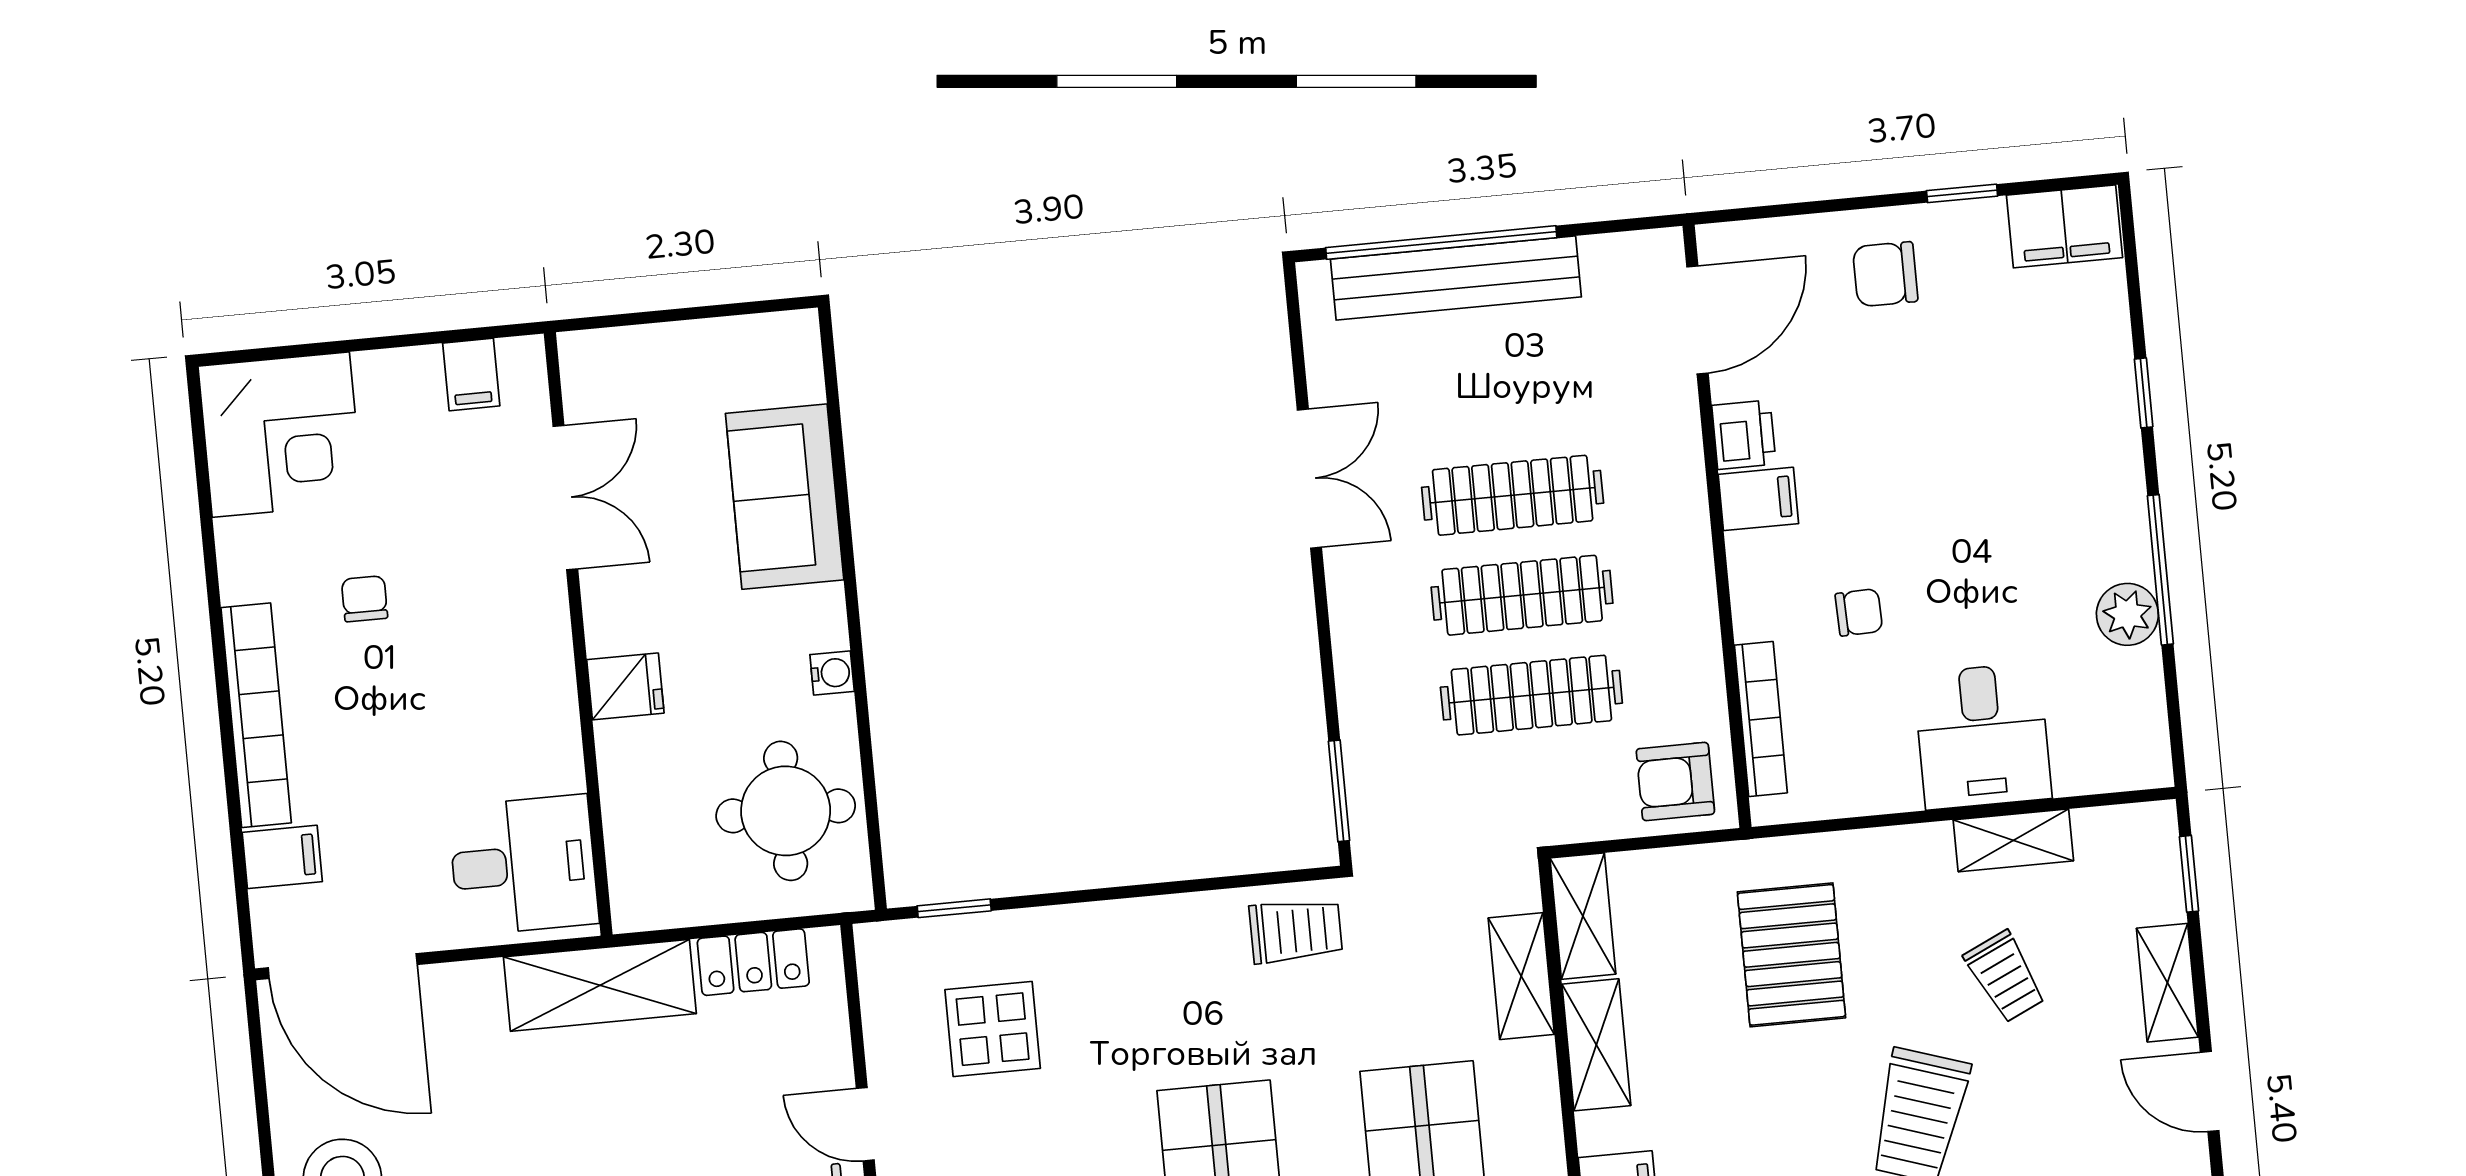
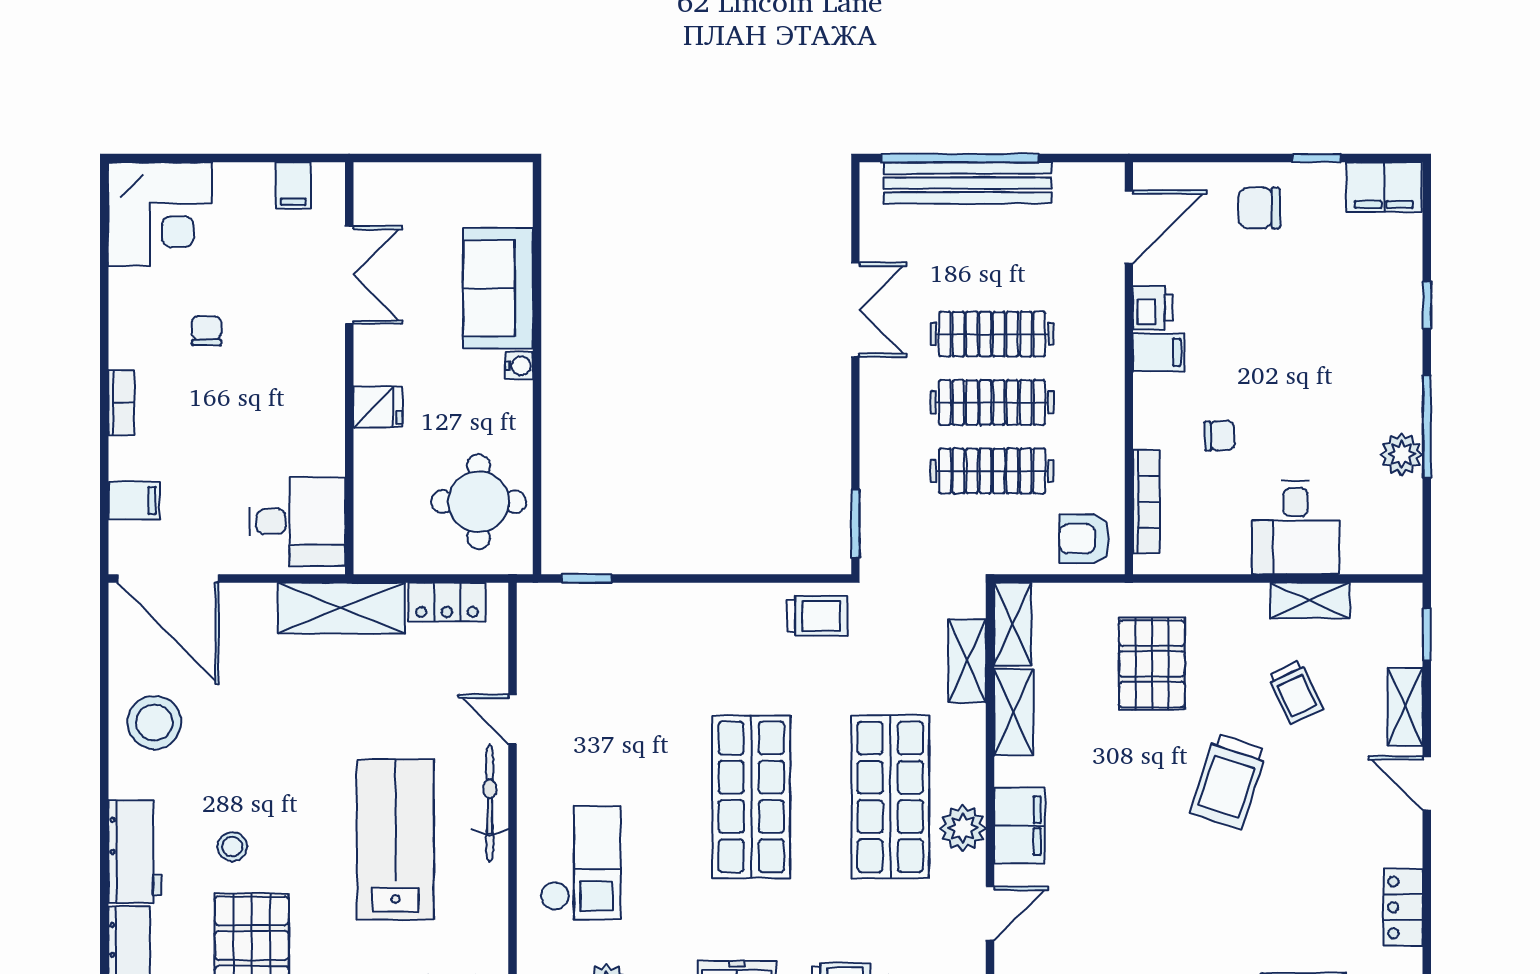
water cooler: (832, 673) -> (519, 366), moved
bookcase: (256, 715) -> (121, 403), width x0.43, depth x0.76
display table: (993, 1029) -> (605, 663), removed

